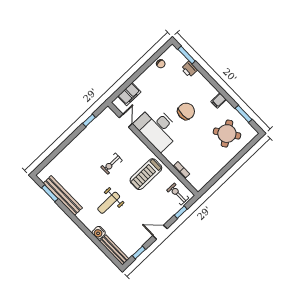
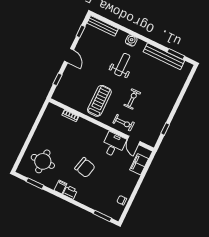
printer: (189, 69) -> (70, 192), moved
chair: (186, 111) -> (85, 167), turned -76
desk: (157, 128) -> (114, 145), width x0.53, depth x0.77
round table: (227, 134) -> (43, 161), turned 34
exercise bike: (178, 194) -> (124, 123), moved
door: (160, 232) -> (69, 56), hinge flipped
water cooler: (99, 233) -> (131, 40), moved

